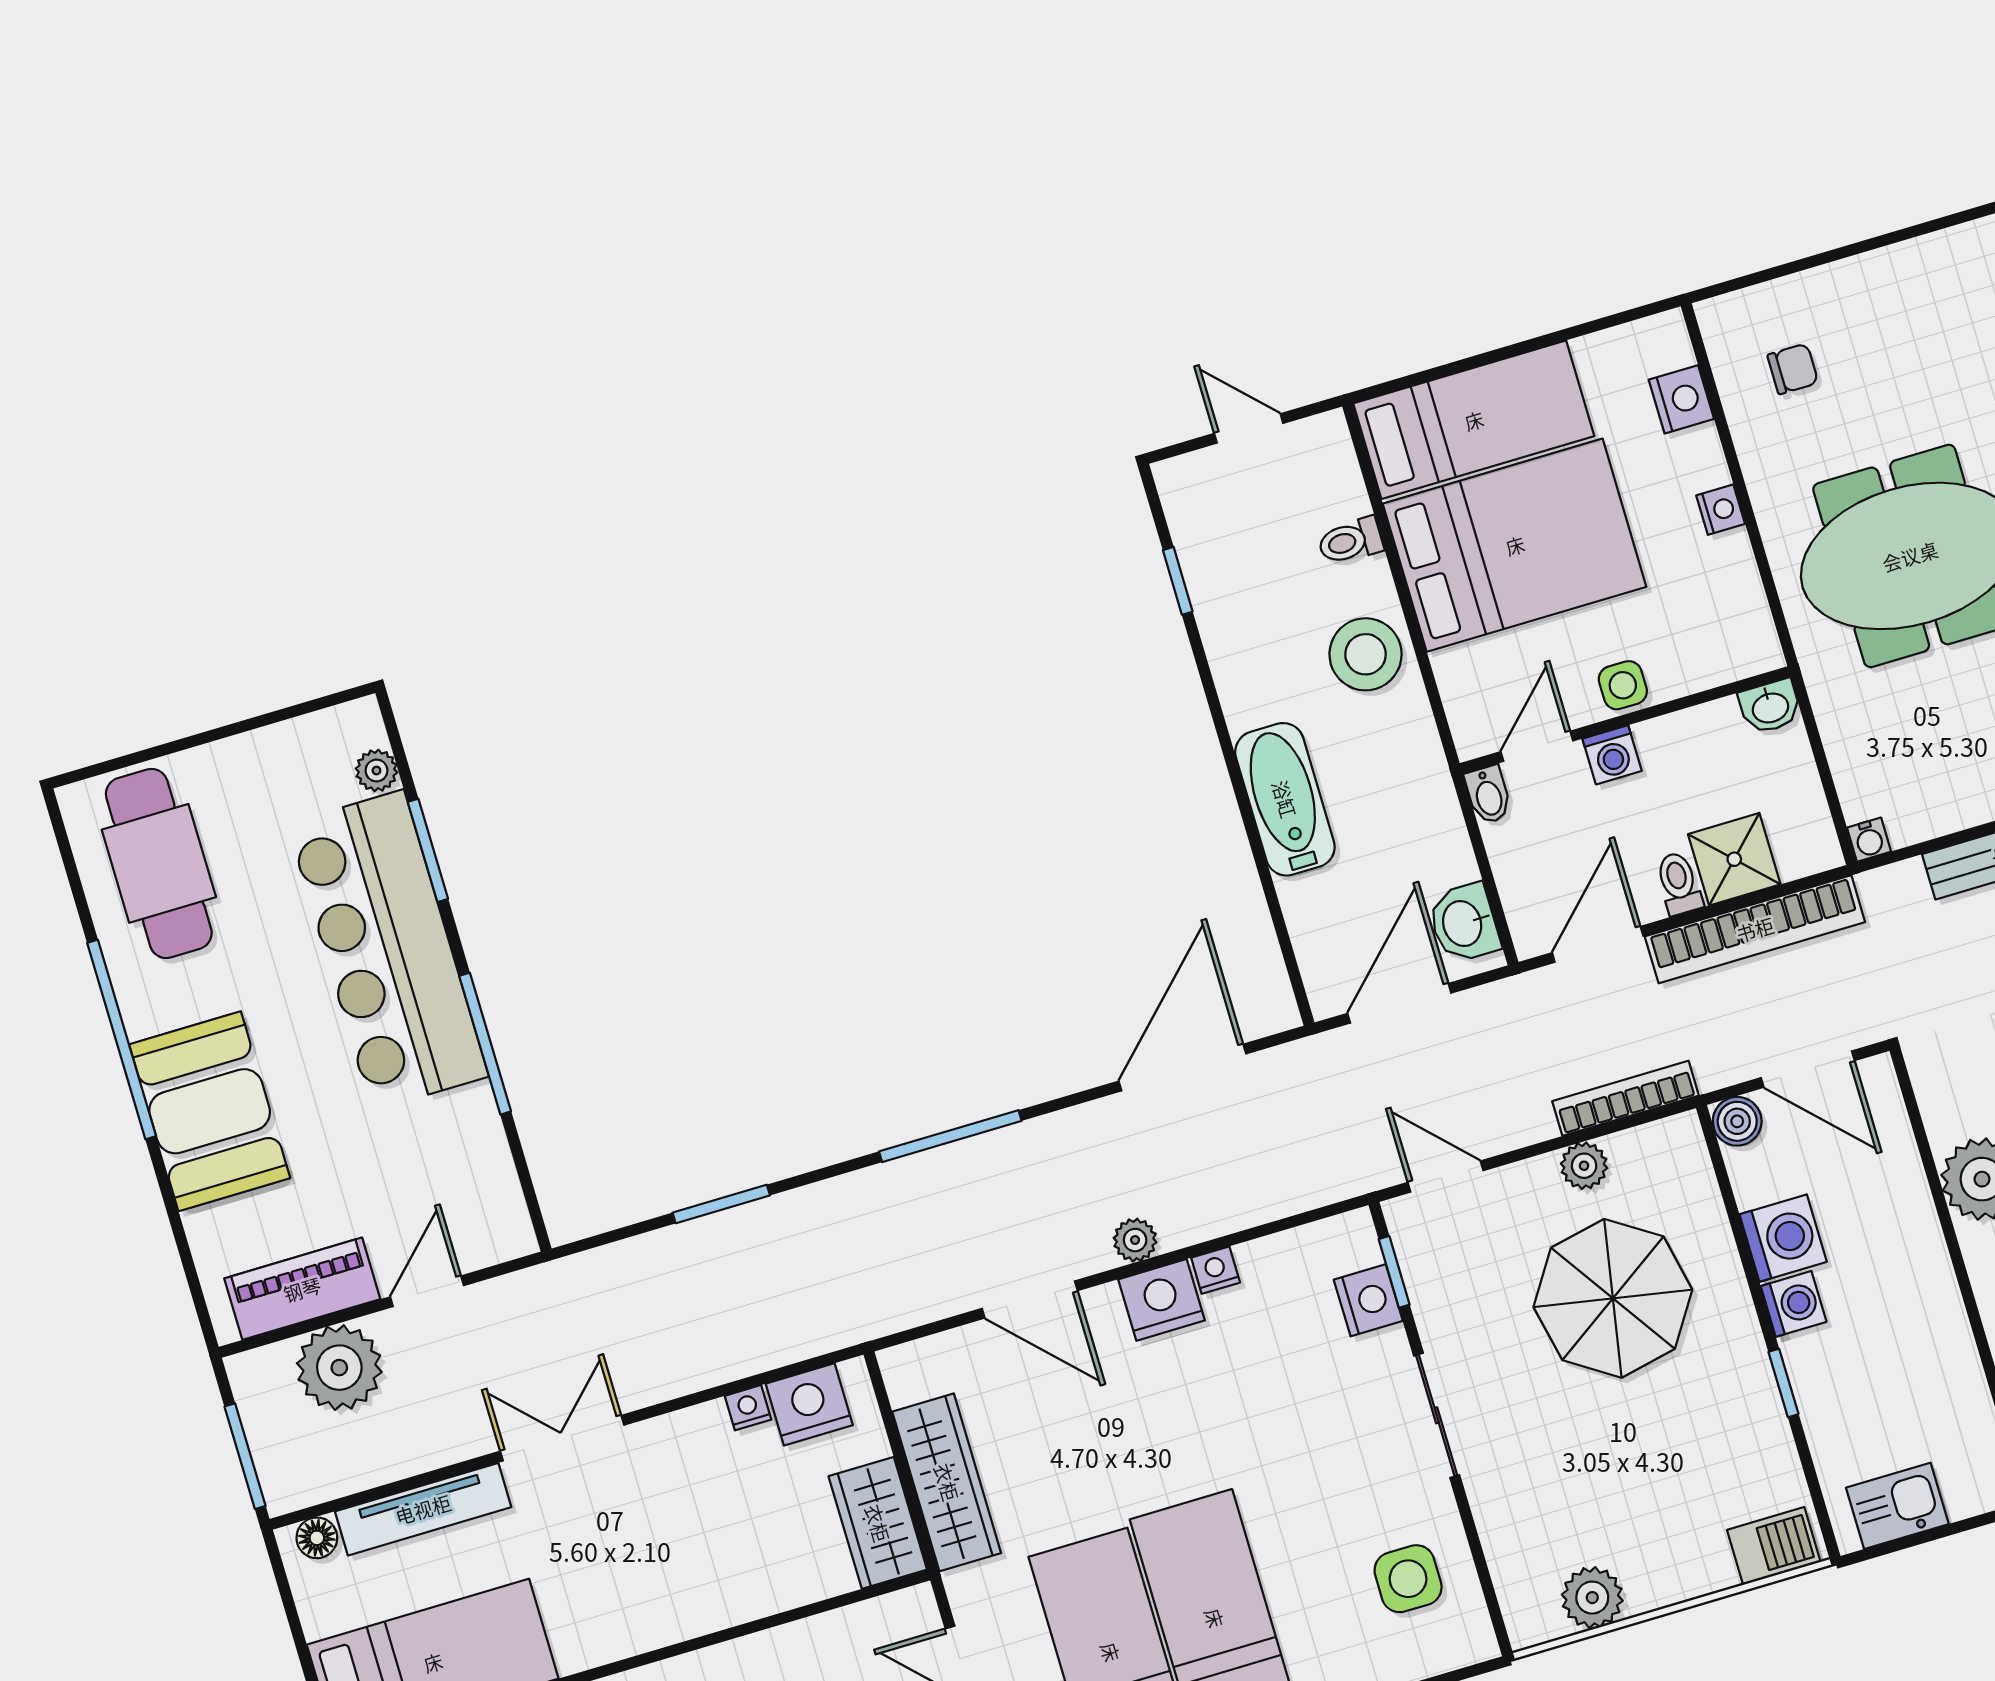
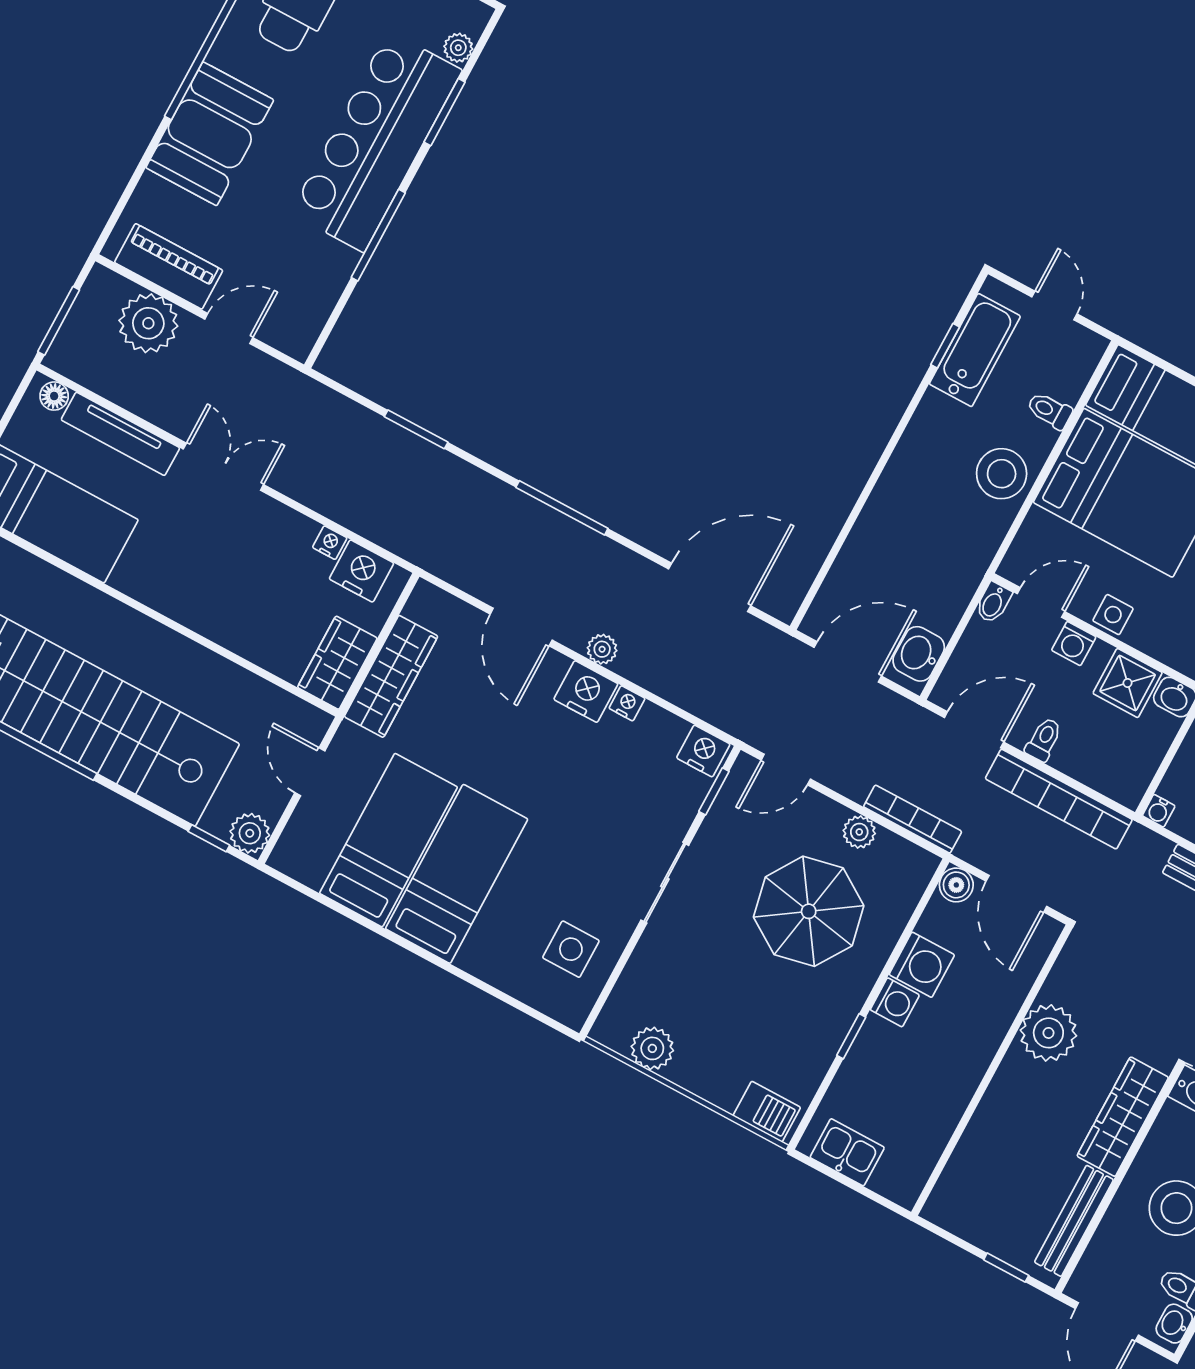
bathtub: (1285, 799) -> (975, 350), moved
shower: (1734, 859) -> (1128, 683), moved
door: (1445, 1176) -> (786, 770), swing flipped
nightstand: (1368, 1300) -> (703, 751), moved, turned -90

